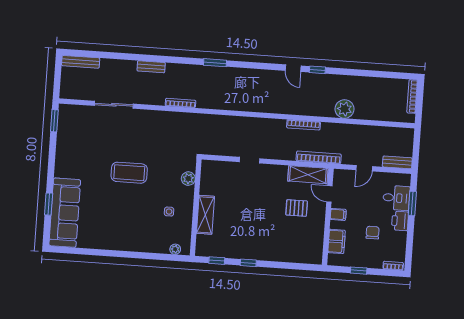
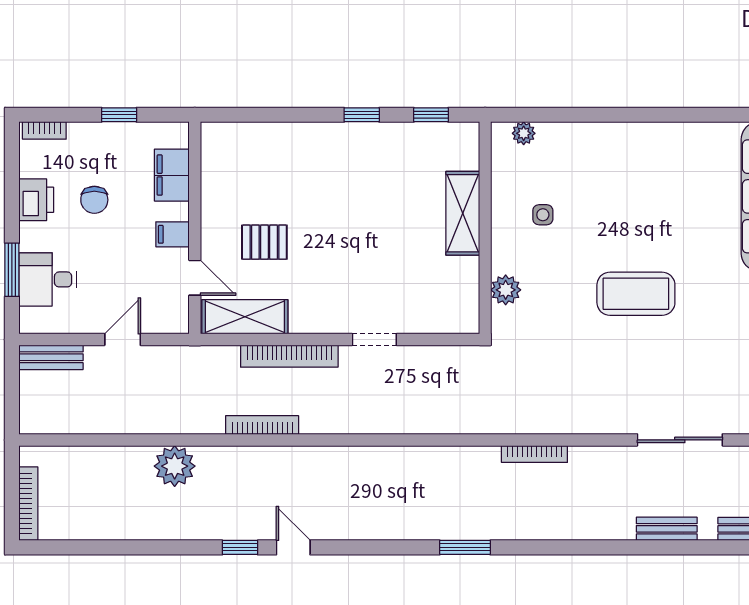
bench: (151, 67) -> (667, 529), moved
bookcase: (319, 157) -> (289, 356), moved
printer: (400, 221) -> (36, 200), moved

